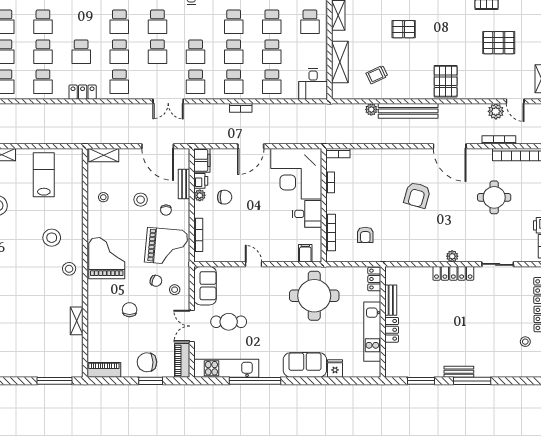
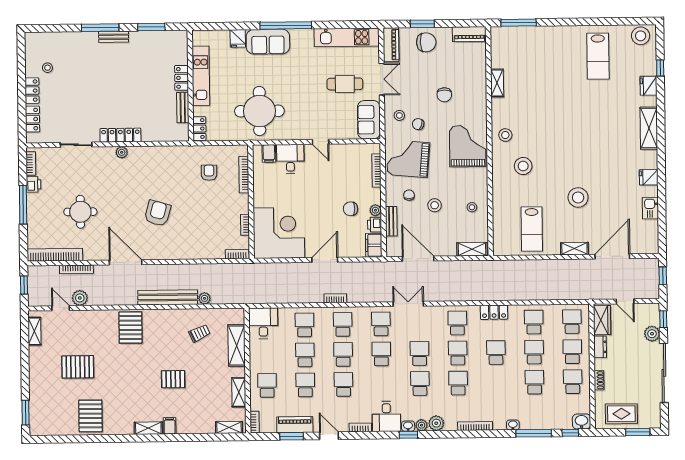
desk: (307, 214) -> (290, 159), moved, turned 90
grand piano: (107, 258) -> (468, 146), turned 180
window: (255, 381) -> (286, 25), moved

